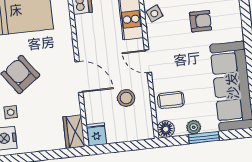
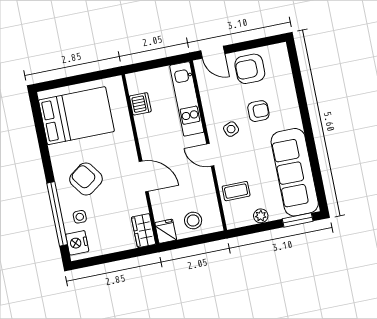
side table: (154, 14) -> (231, 129), moved
stool: (126, 98) -> (193, 220), moved
floor lamp: (166, 129) -> (234, 220), removed
window: (204, 138) -> (298, 220), moved

